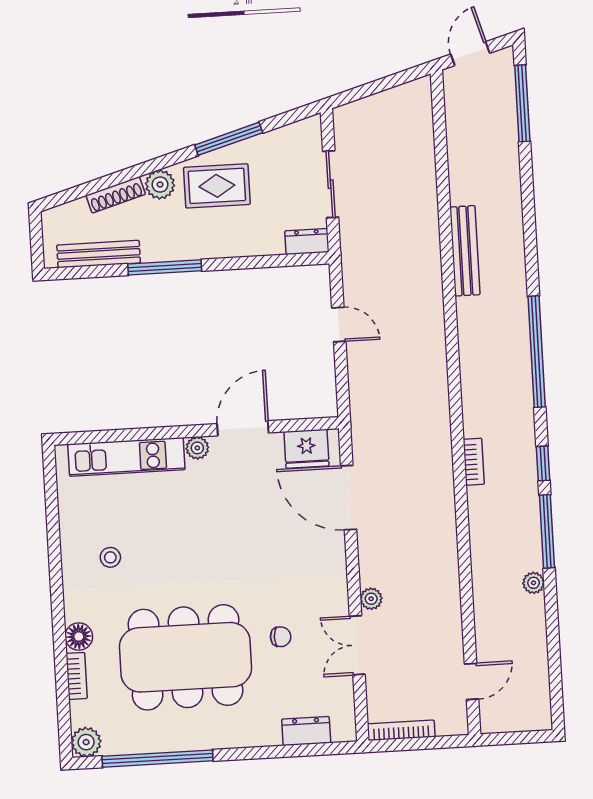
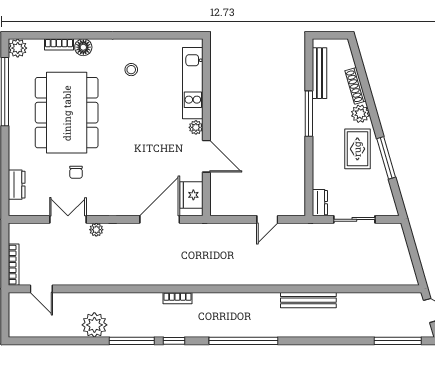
plant: (534, 583) -> (94, 325), width x1.88, depth x1.88
bookcase: (401, 730) -> (14, 265), moved

